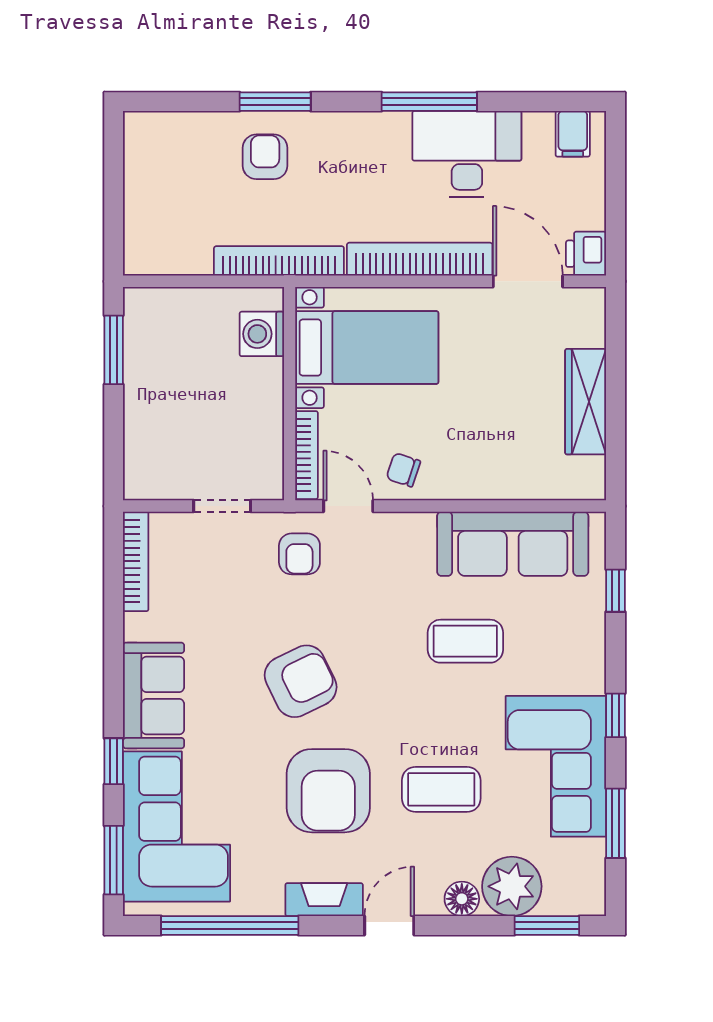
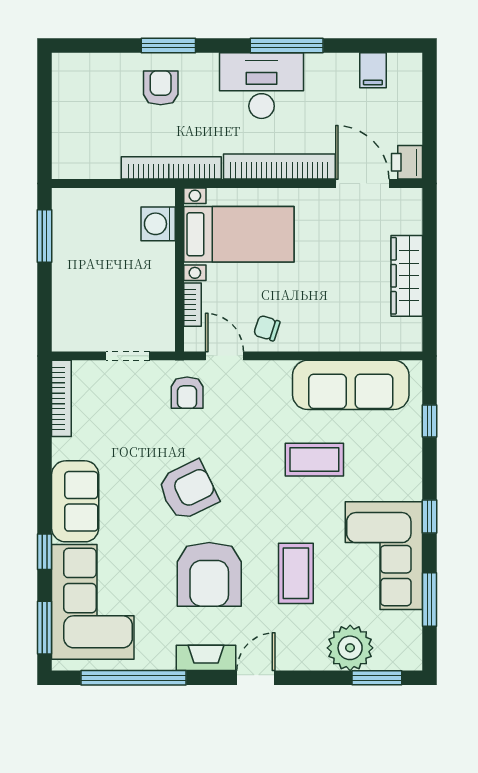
filing cabinet: (573, 134) -> (373, 70), moved
desk: (467, 154) -> (262, 86), moved
bookcase: (307, 455) -> (193, 305), width x0.64
coffee table: (441, 789) -> (296, 573), turned 90
floor lamp: (462, 899) -> (312, 657), removed

